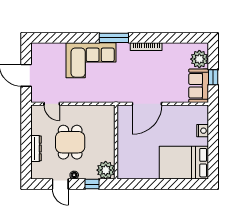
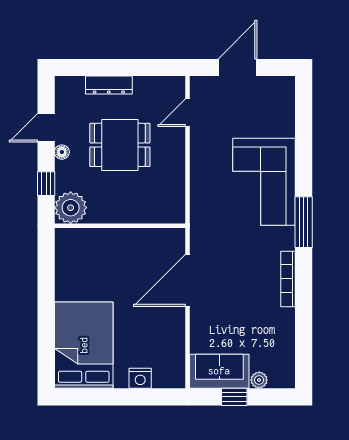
plant: (199, 59) -> (259, 380), width x0.53, depth x0.53
door: (147, 104) -> (188, 280), hinge flipped

